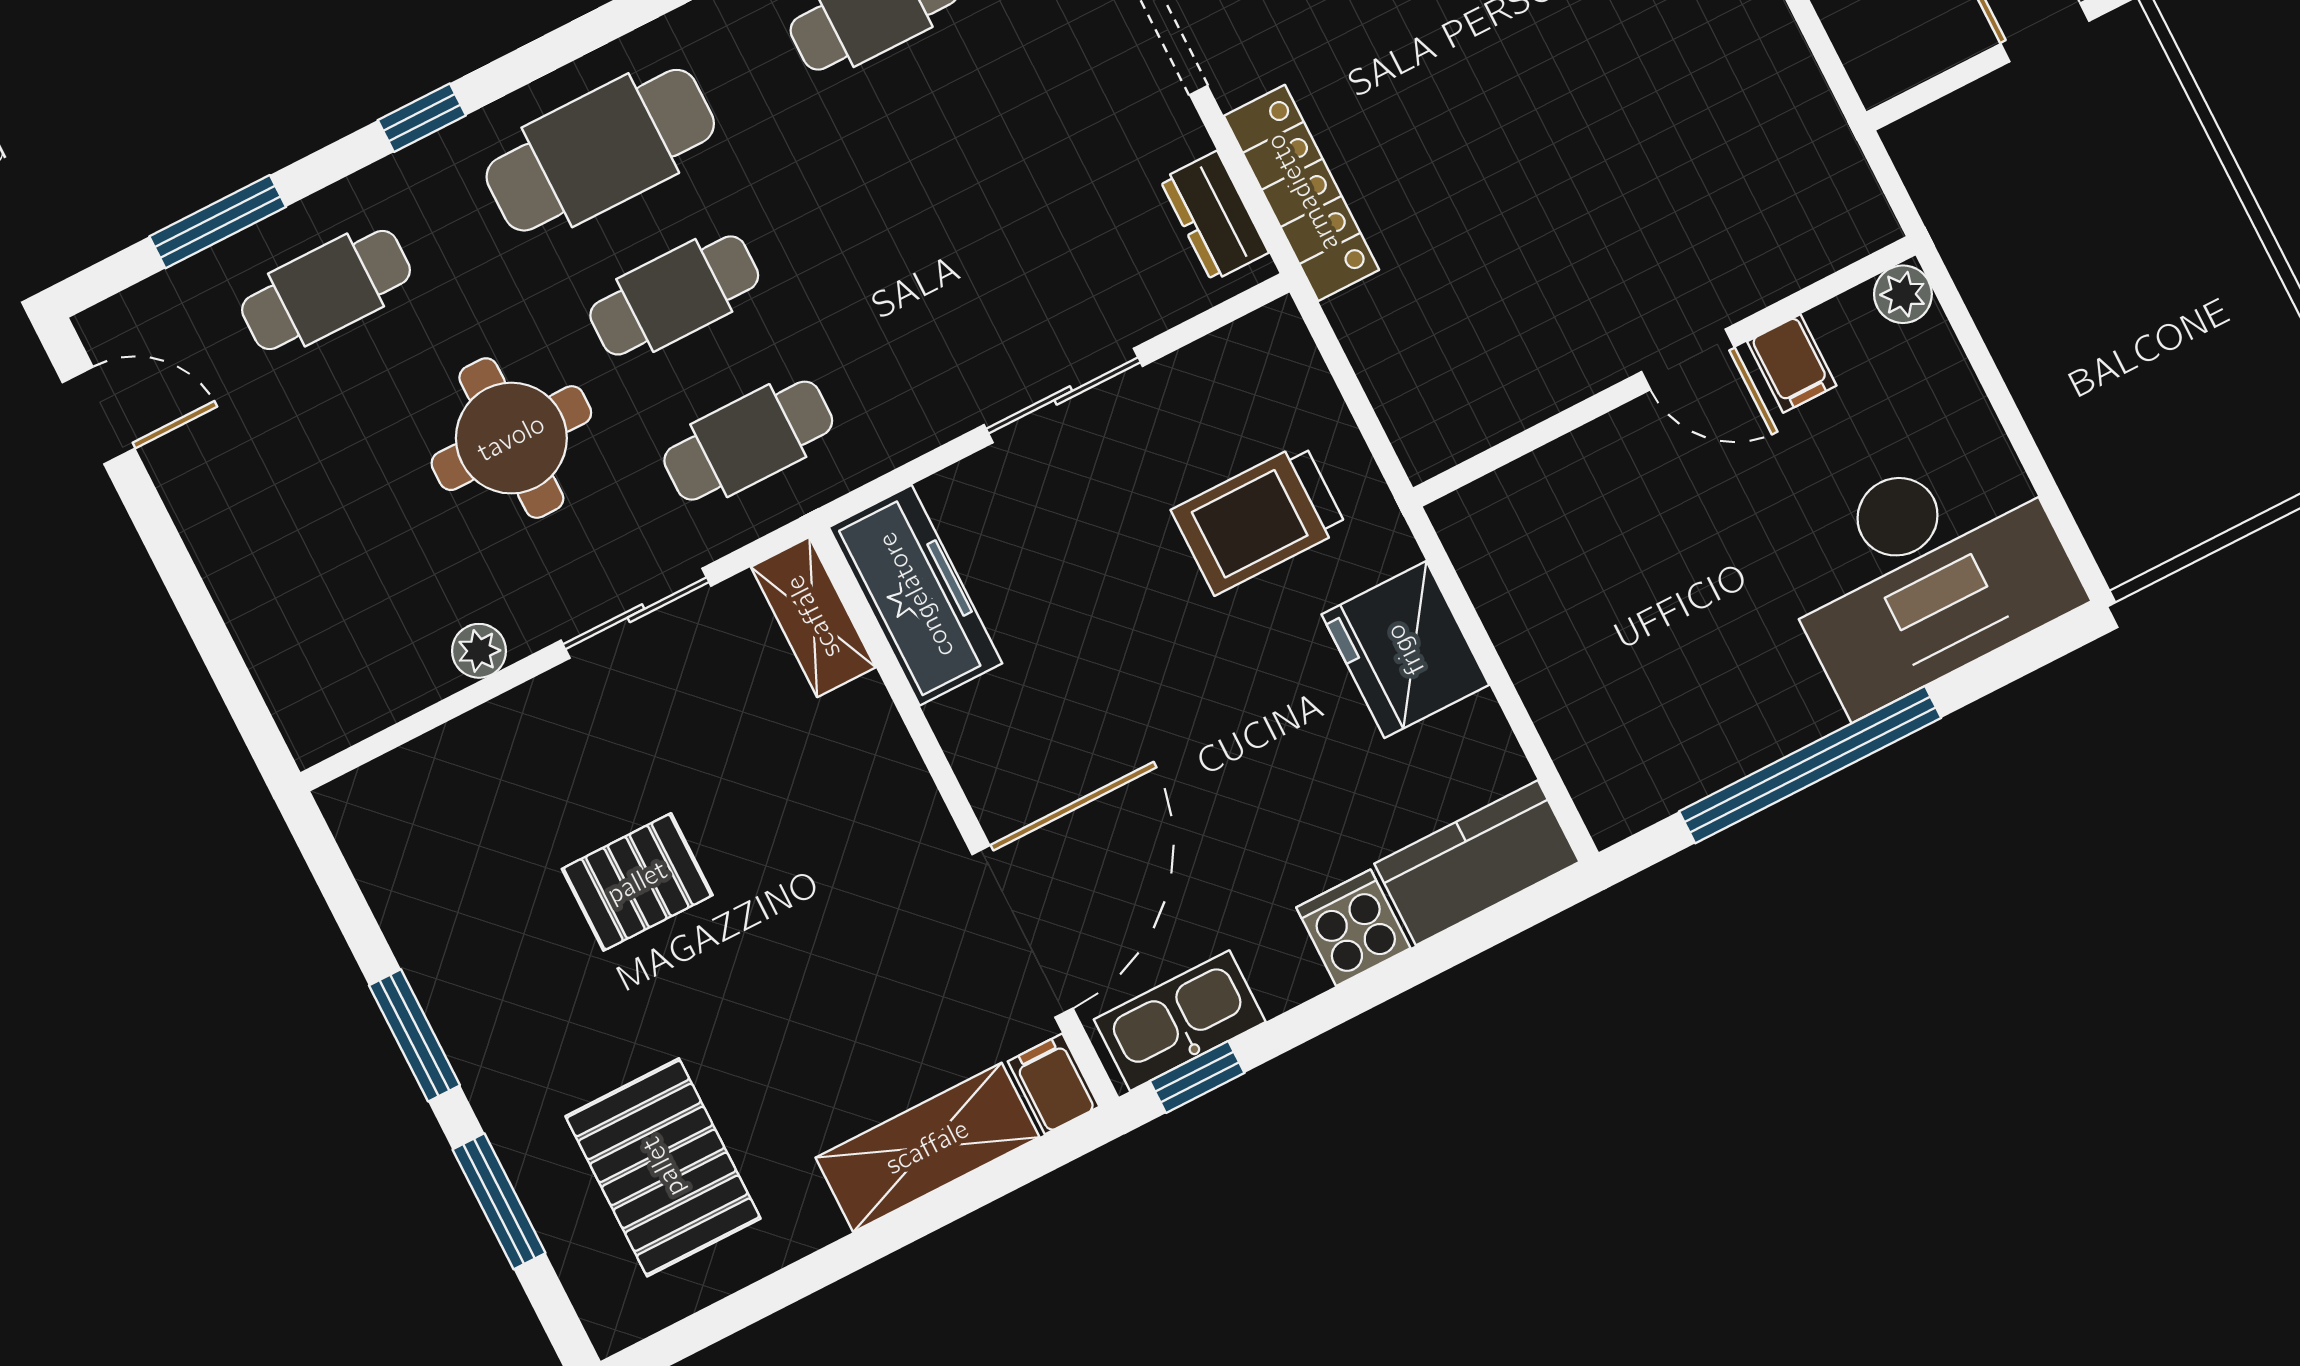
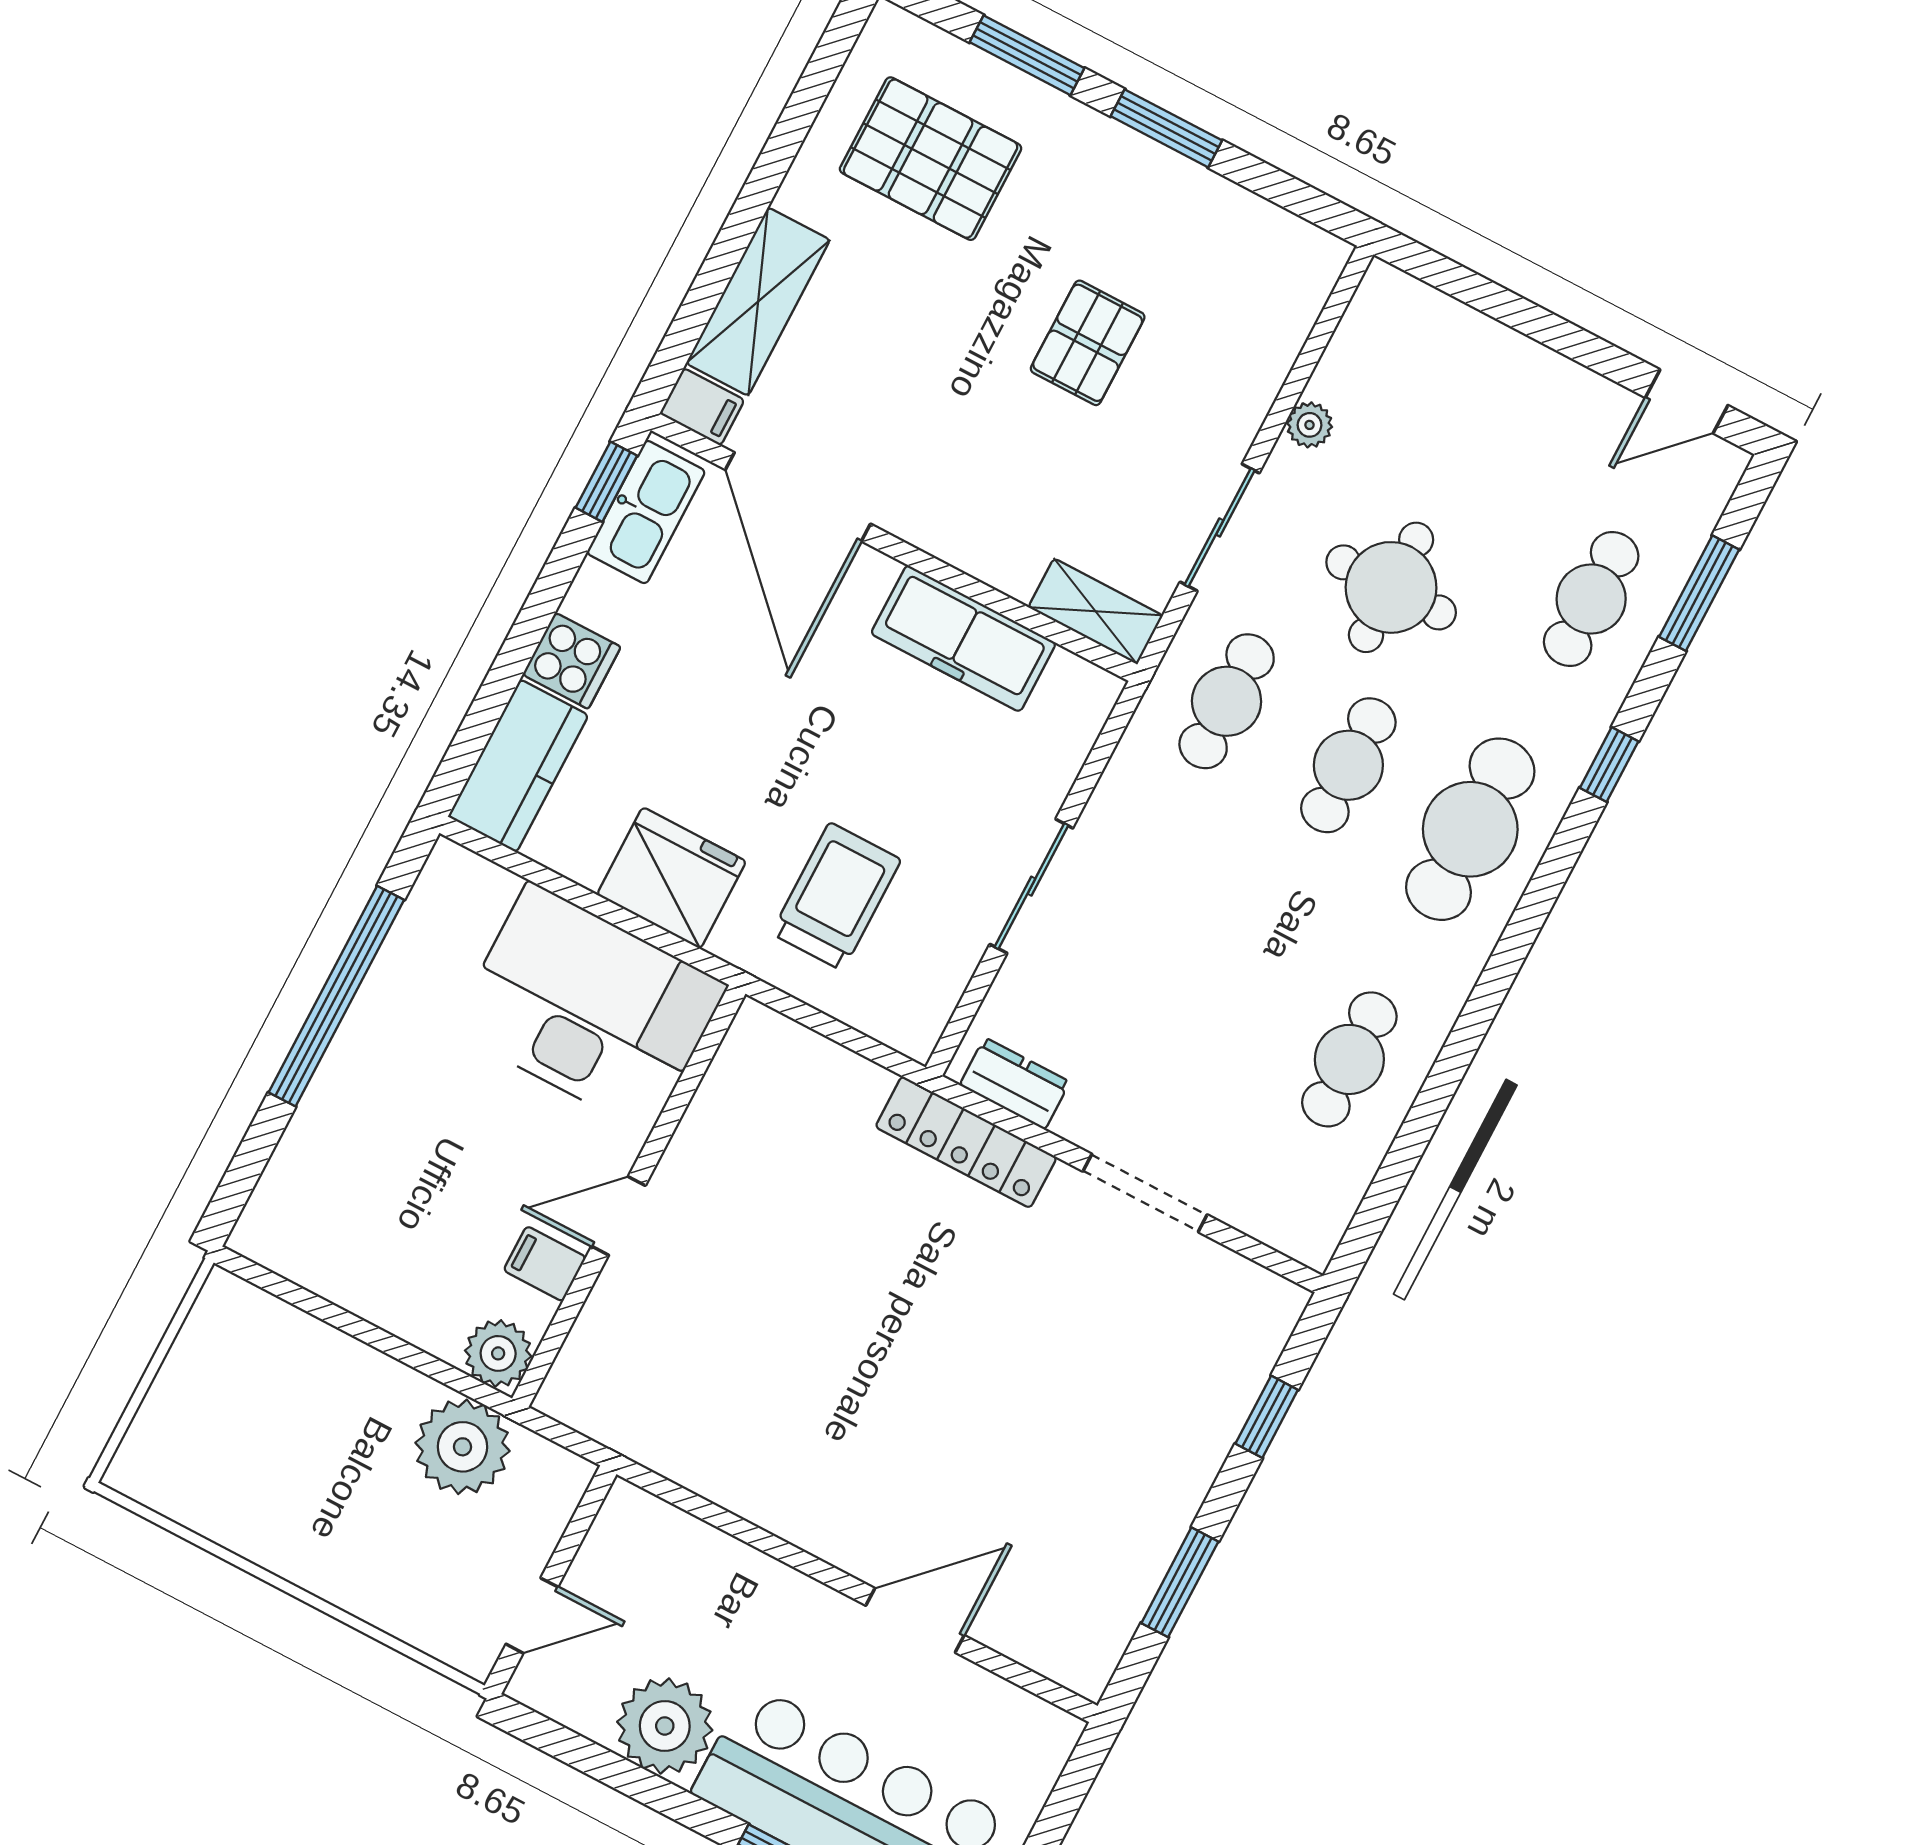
plant: (1997, 243) -> (463, 1447), added
plant: (1903, 294) -> (498, 1353), width x1.38, depth x1.38
desk: (1926, 572) -> (589, 1008), moved, turned 90
freezer: (916, 595) -> (963, 638), moved

